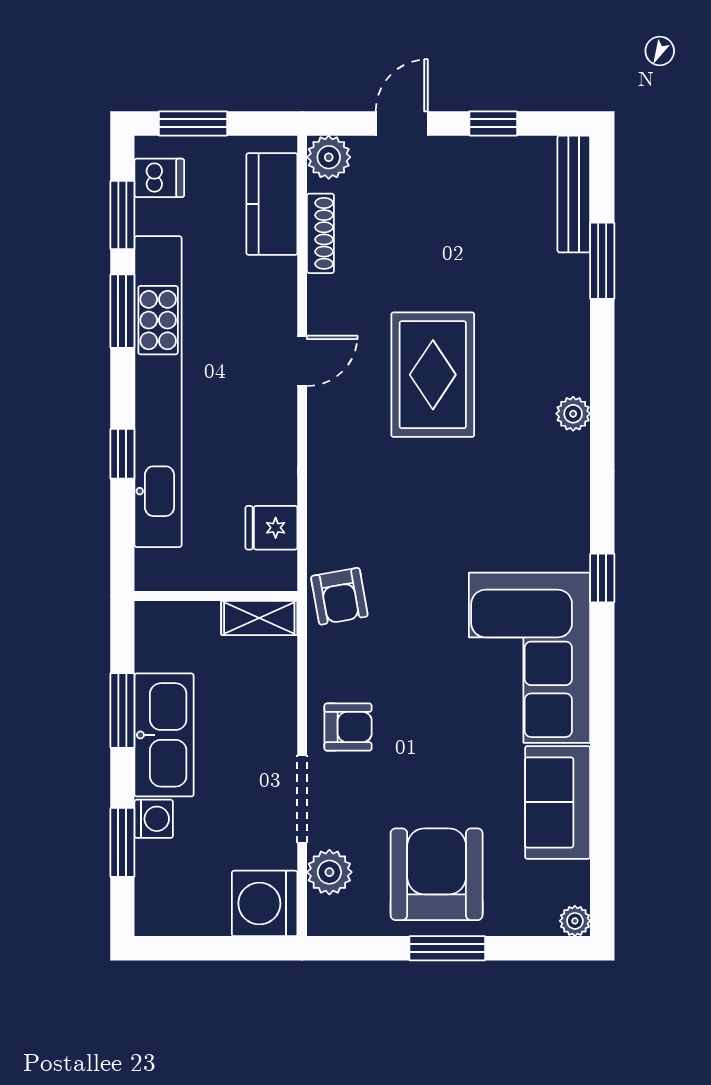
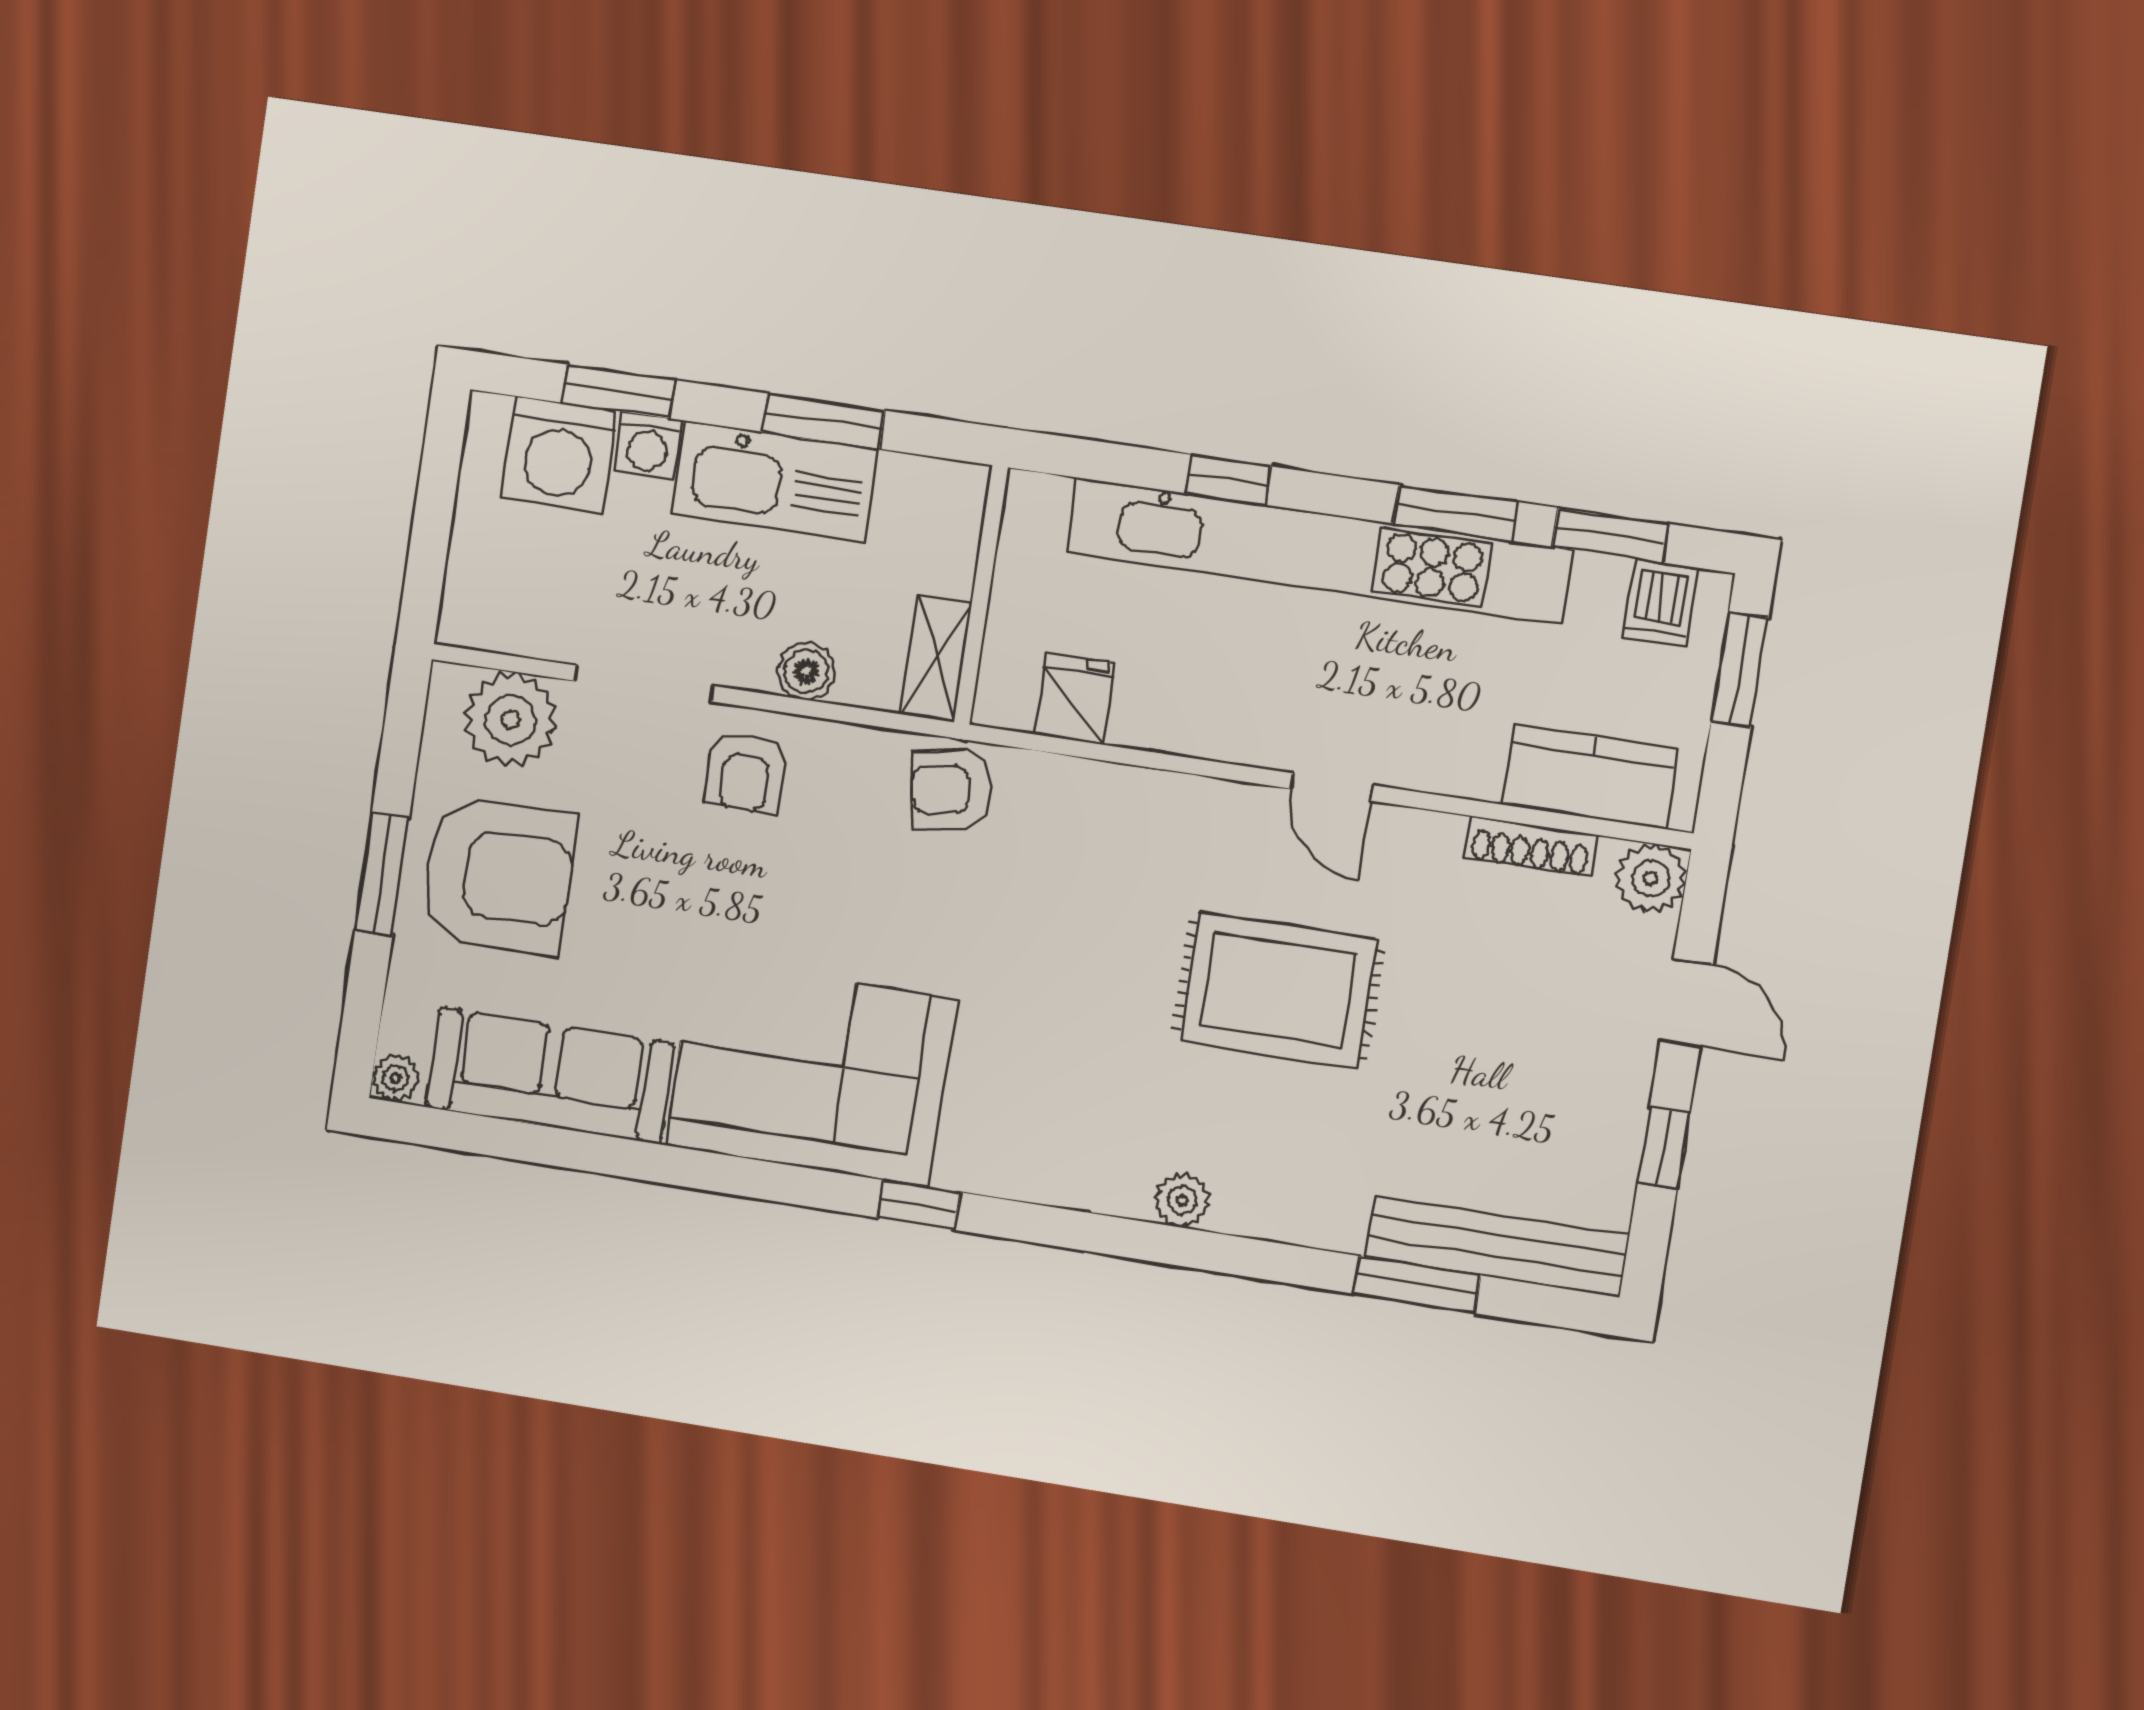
bench: (574, 194) -> (1497, 1246), width x1.37, depth x1.21
boiler: (279, 698) -> (806, 671), added
sofa: (558, 802) -> (550, 1075), width x1.36
plant: (329, 872) -> (511, 720), width x1.36, depth x1.36
washing machine: (265, 903) -> (559, 455), moved, turned 180

